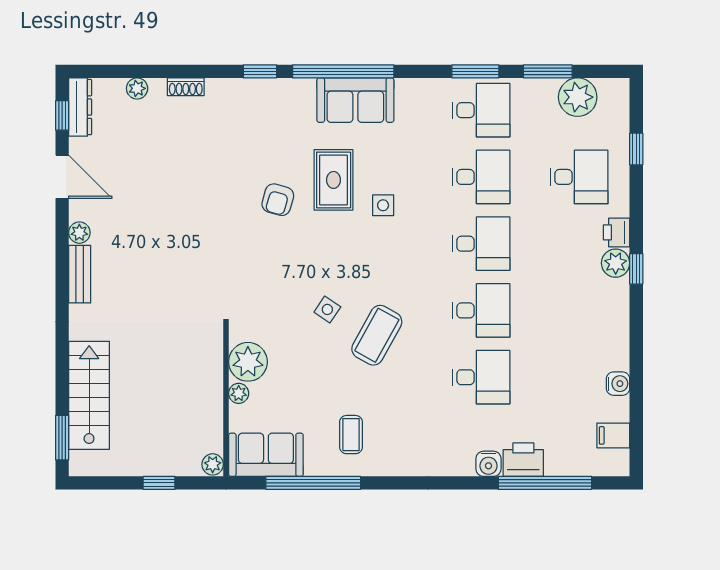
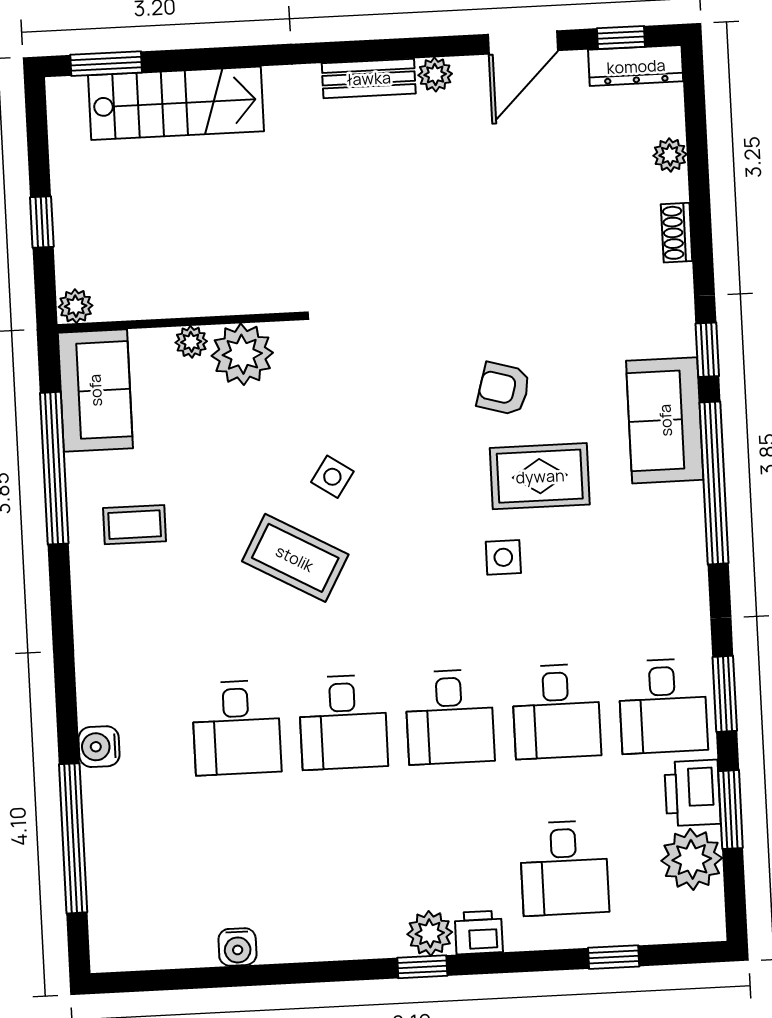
sofa: (355, 100) -> (665, 420), moved
filing cabinet: (613, 435) -> (154, 944), removed
printer: (523, 460) -> (692, 793), moved, turned 180

